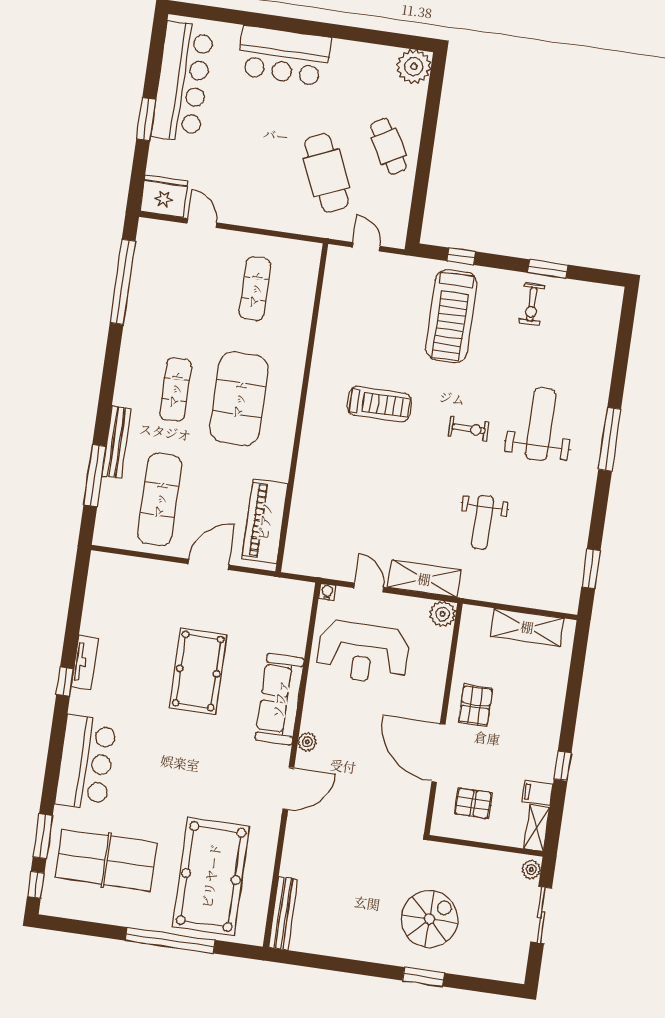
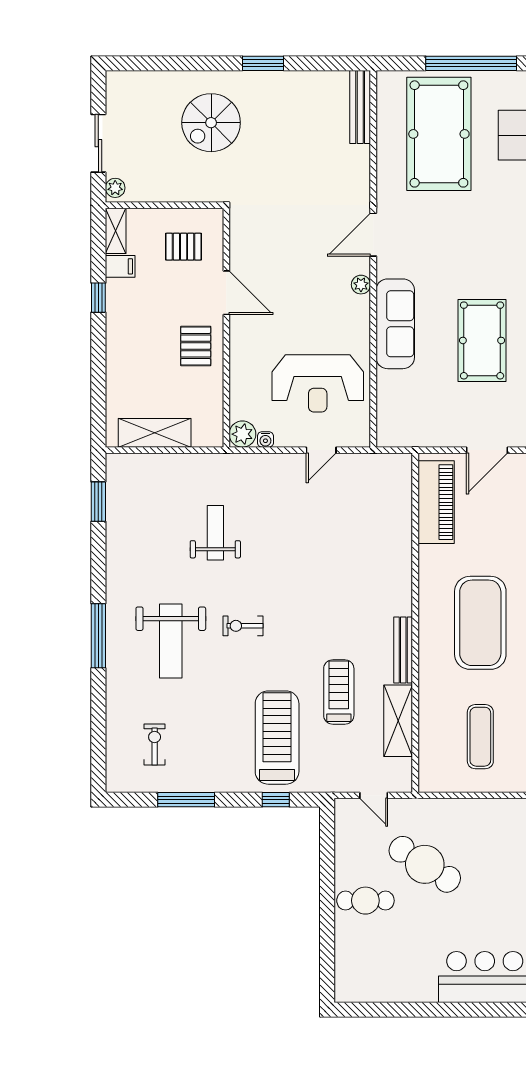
plant: (414, 67) -> (352, 985), removed
cafe table: (389, 146) -> (365, 901), turned -60
cafe table: (326, 173) -> (425, 864), turned -33
window: (548, 269) -> (186, 800), width x1.44
exercise bike: (532, 304) -> (155, 744), moved
bench: (317, 383) -> (403, 650), added
treadmill: (379, 404) -> (339, 692), moved, turned 90
shelving: (424, 579) -> (398, 721), moved, turned 90
door: (369, 587) -> (321, 450), hinge flipped
water cooler: (327, 592) -> (265, 439), moved
reception desk: (363, 652) -> (318, 383), turned 180
door: (438, 753) -> (226, 293), width x0.73
window: (424, 977) -> (263, 63), moved

